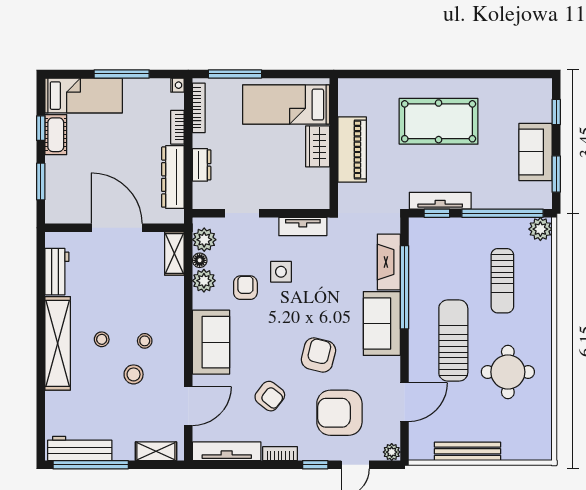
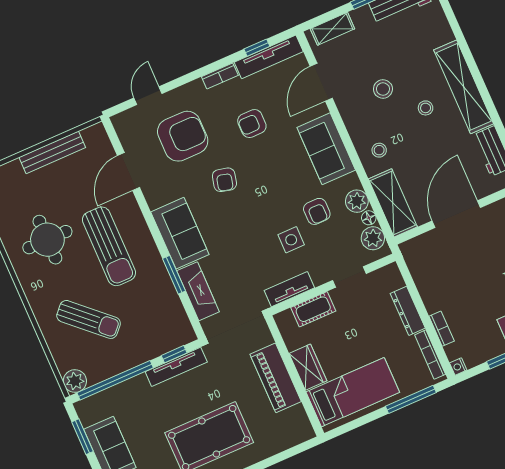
dresser: (202, 165) -> (408, 311), width x1.44
dresser: (173, 177) -> (426, 282), removed
cot: (289, 198) -> (313, 309), added
door: (117, 228) -> (456, 214), swing flipped
shelving: (174, 254) -> (393, 203), width x1.50, depth x1.33
sun lounger: (502, 281) -> (89, 319), turned 133
window: (404, 287) -> (174, 275), width x0.47
stool: (145, 341) -> (379, 150), moved
armchair: (318, 355) -> (224, 180), width x0.72, depth x0.72
armchair: (270, 396) -> (252, 124), turned -38
plant: (392, 452) -> (120, 122), removed
window: (315, 465) -> (257, 48), moved

